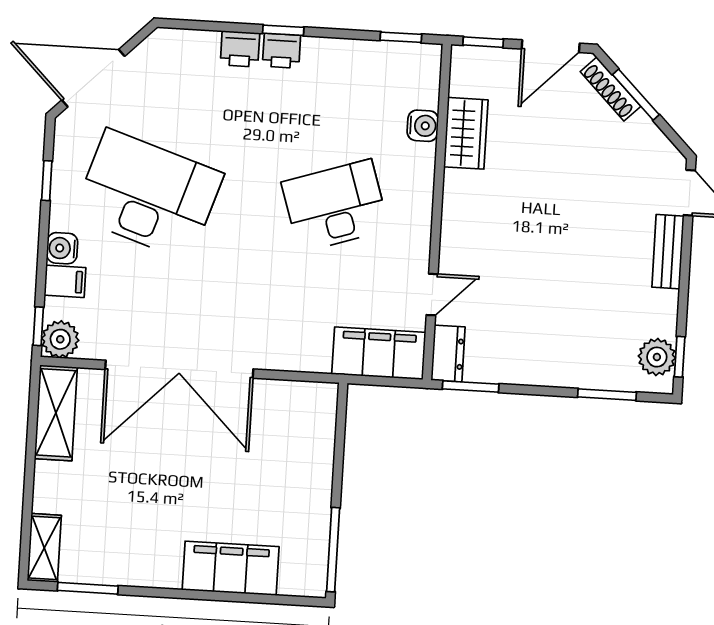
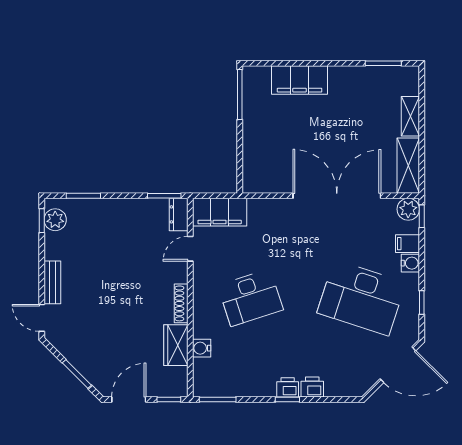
window: (401, 37) -> (218, 400), width x1.50
shoe rack: (610, 89) -> (181, 303), moved, turned -135
shelving: (44, 548) -> (410, 116), moved

